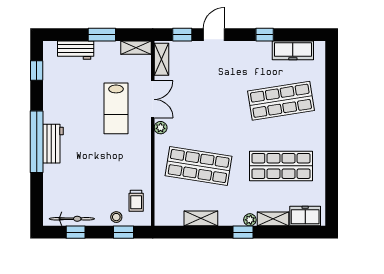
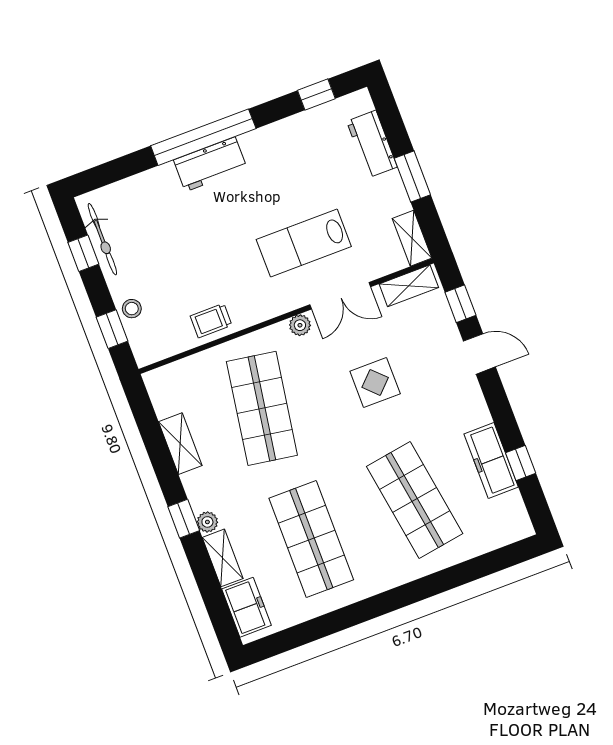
window: (265, 35) -> (521, 463), moved
freezer: (293, 50) -> (491, 460), moved
display table: (208, 98) -> (375, 382), added
trolley: (136, 201) -> (211, 321), moved

